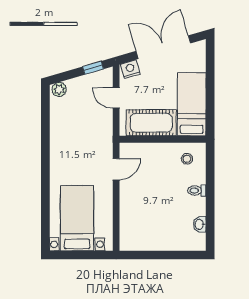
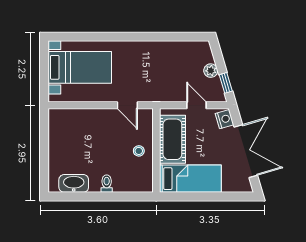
plant: (59, 89) -> (211, 71), moved
door: (116, 98) -> (196, 105), hinge flipped
stool: (187, 159) -> (139, 151), moved
washbasin: (200, 224) -> (74, 183), width x1.91, depth x1.45

